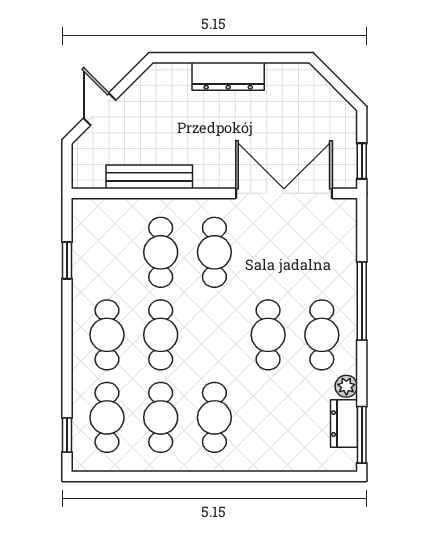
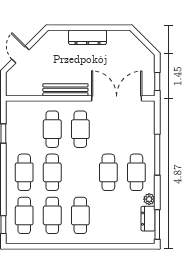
bench: (149, 177) -> (65, 90), moved

